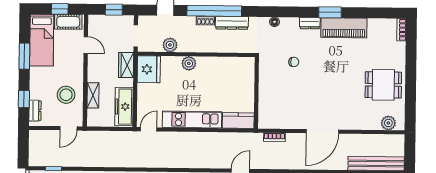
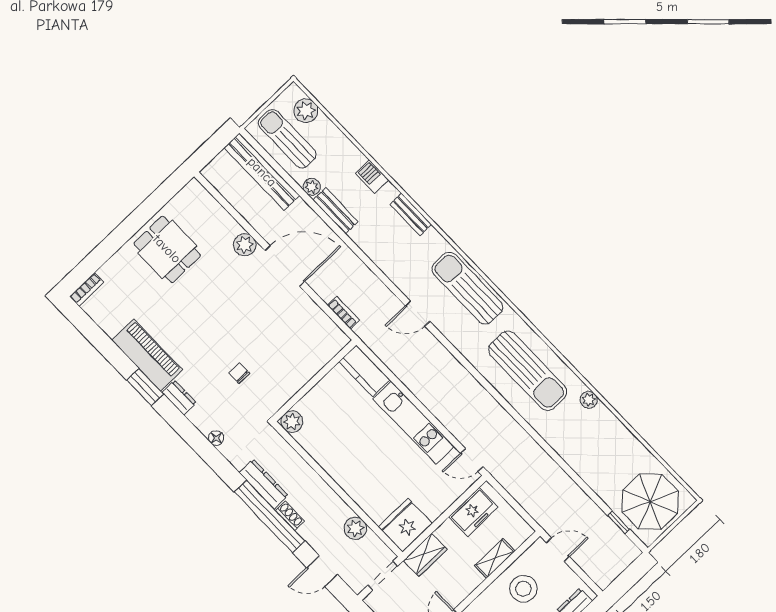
plant: (189, 63) -> (292, 422), moved
freezer: (124, 107) -> (473, 512), width x0.71
plant: (388, 123) -> (245, 245), moved

